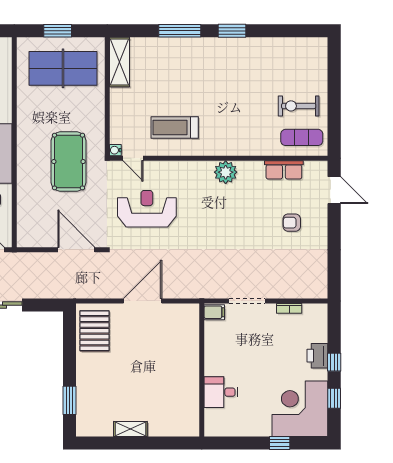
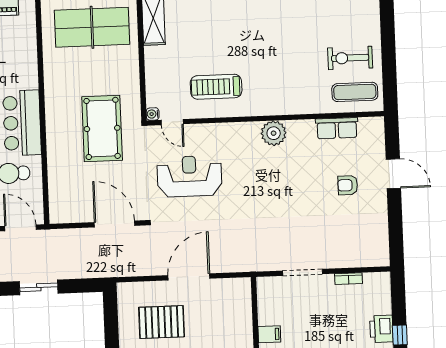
door: (334, 190) -> (393, 174), moved
filing cabinet: (214, 312) -> (269, 334), moved
pallet: (94, 331) -> (162, 322), moved, turned 90

